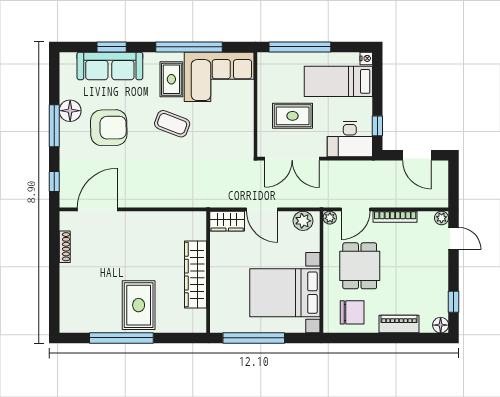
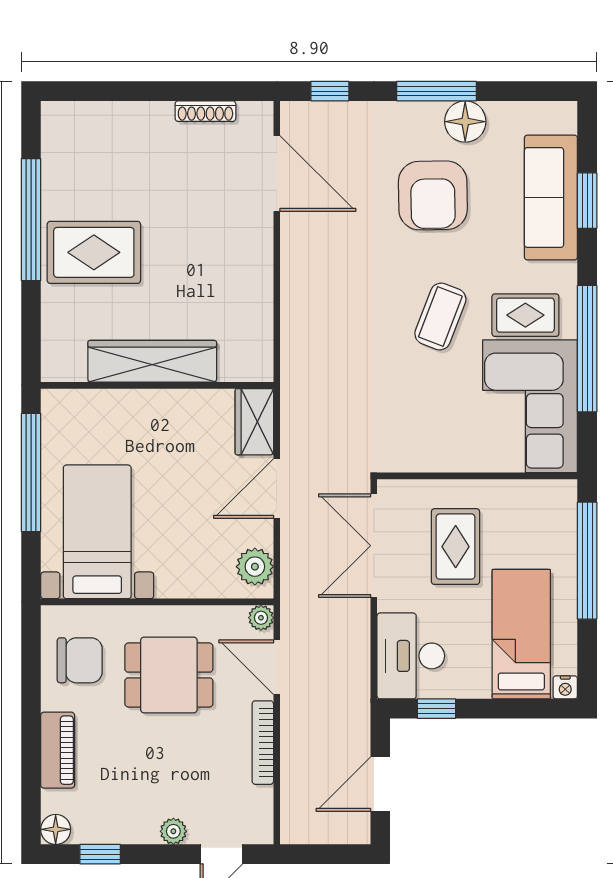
plant: (441, 218) -> (173, 831), moved
bed with nightstands: (285, 293) -> (97, 532), width x0.73
chair: (352, 312) -> (80, 660), turned -90

